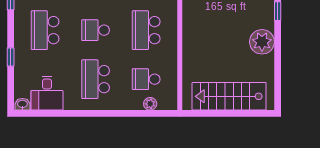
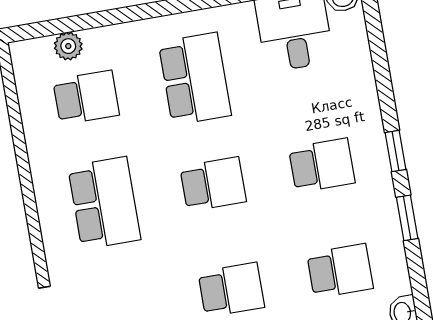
school desk: (45, 30) -> (322, 165), width x0.54
window: (11, 57) -> (396, 151), moved

